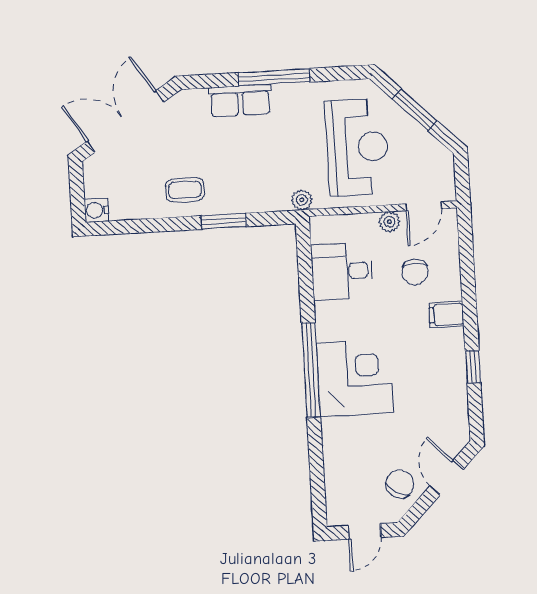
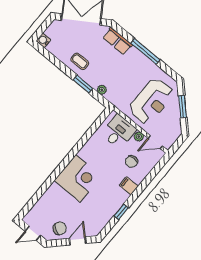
row of seats: (240, 101) -> (117, 41), moved
plant: (302, 200) -> (102, 90), moved
desk: (342, 271) -> (119, 132), moved, turned 90
window: (311, 370) -> (66, 162), removed

